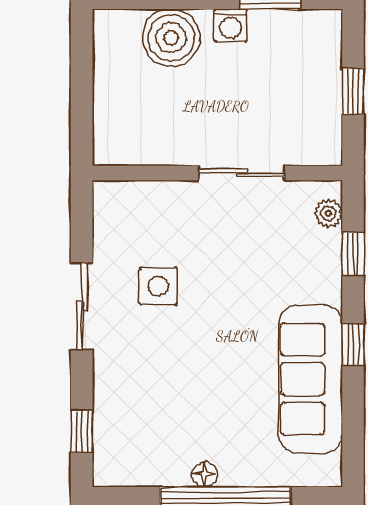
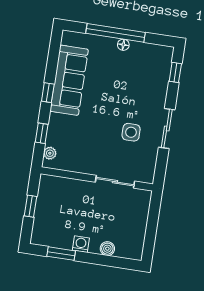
boiler: (171, 38) -> (107, 249), width x0.54, depth x0.54
sliding door: (242, 173) -> (115, 182), moved

